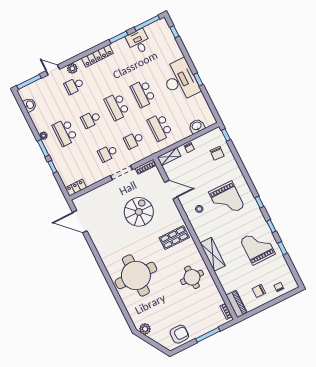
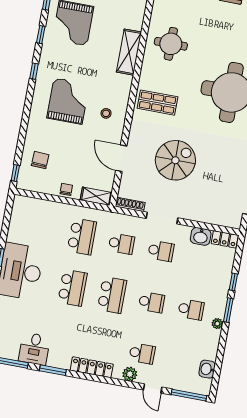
washbasin: (197, 126) -> (201, 236), moved
school desk: (65, 132) -> (191, 309), width x0.54
spiral stairs: (139, 212) -> (175, 160), turned 180

